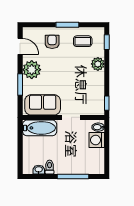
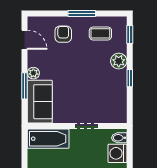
plant: (32, 70) -> (33, 73), width x0.53, depth x0.53
window: (107, 103) -> (130, 78), moved
sofa: (43, 105) -> (40, 102), moved, turned 90

